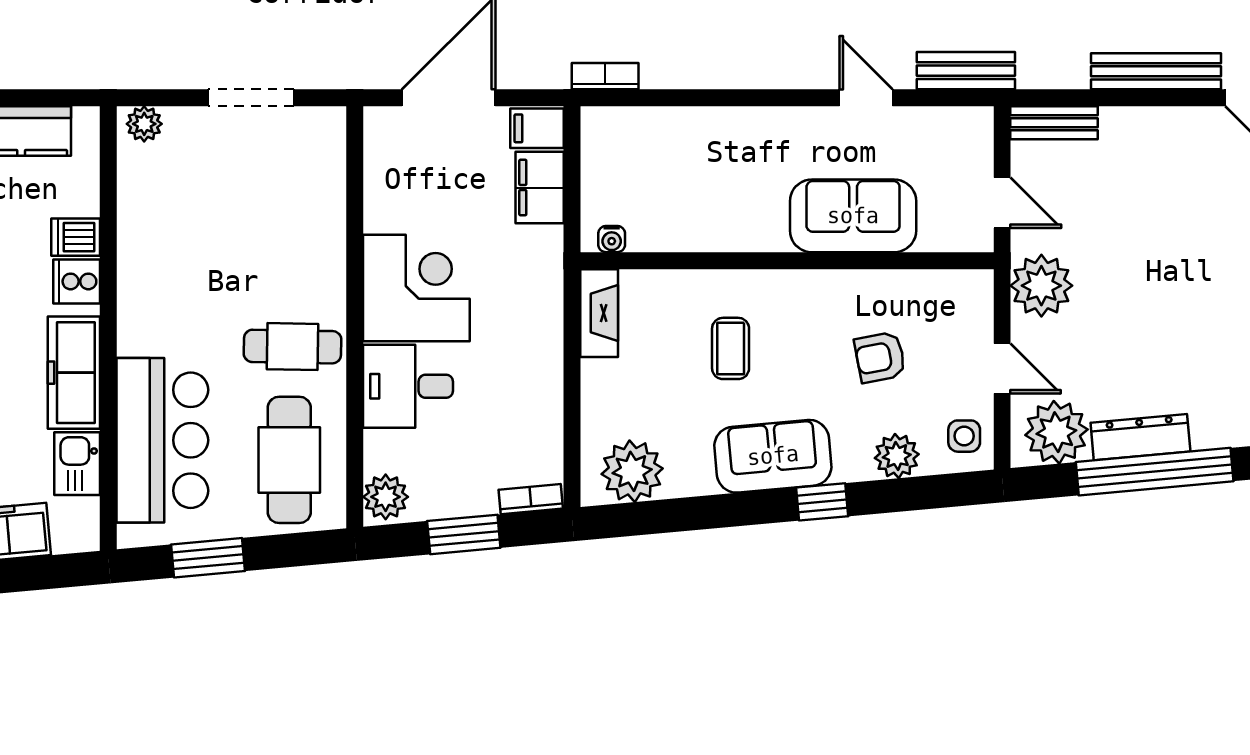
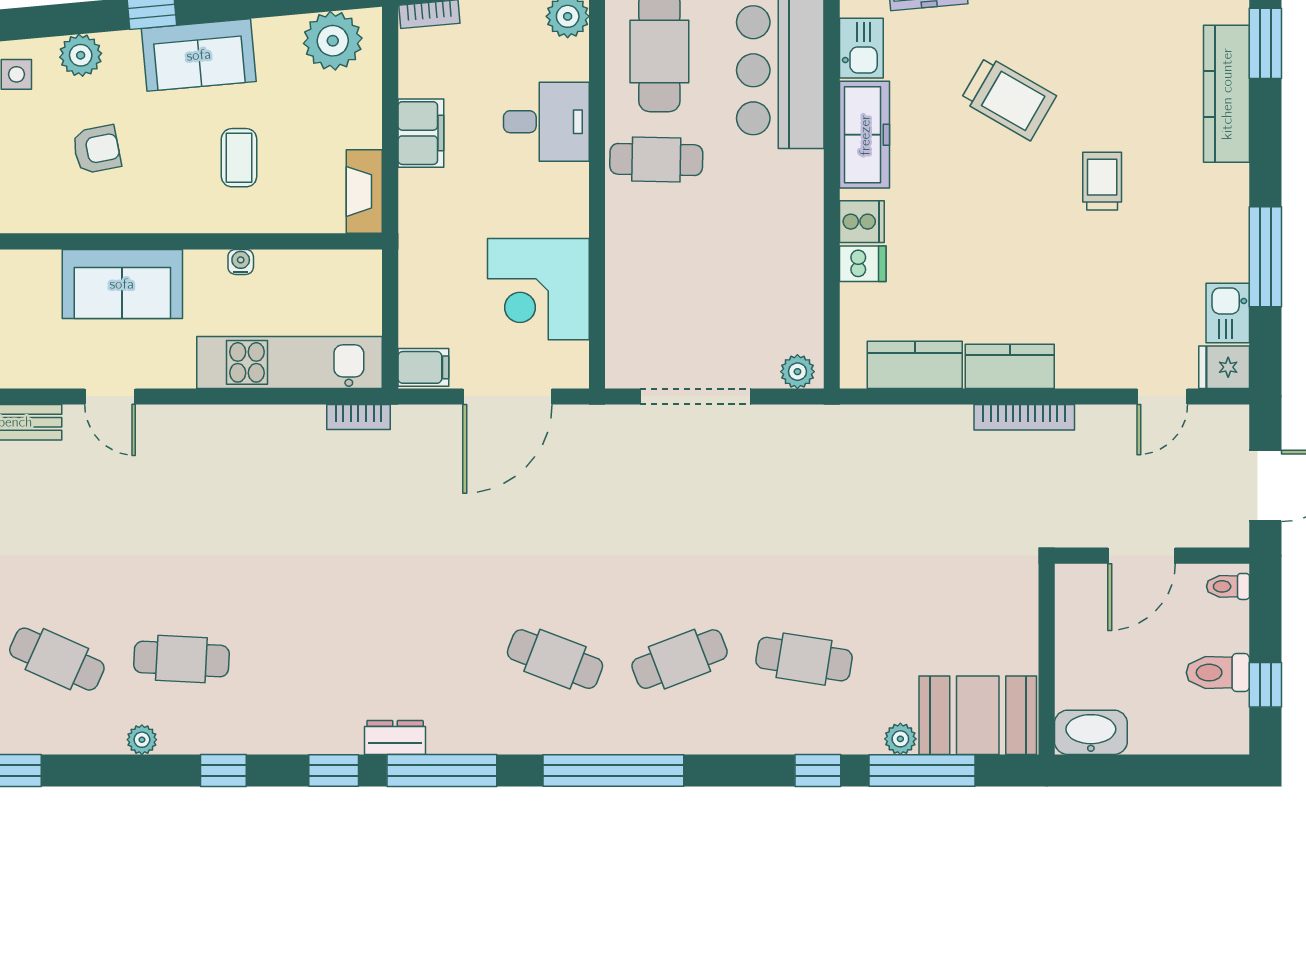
doorway: (251, 98) -> (696, 396), width x1.36
kitchen unit: (677, 134) -> (290, 362), added
filing cabinet: (540, 188) -> (421, 133), moved
water cooler: (612, 239) -> (241, 262), moved
corner desk: (416, 288) -> (538, 289), moved

